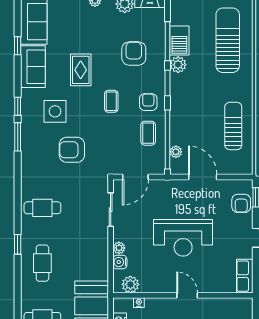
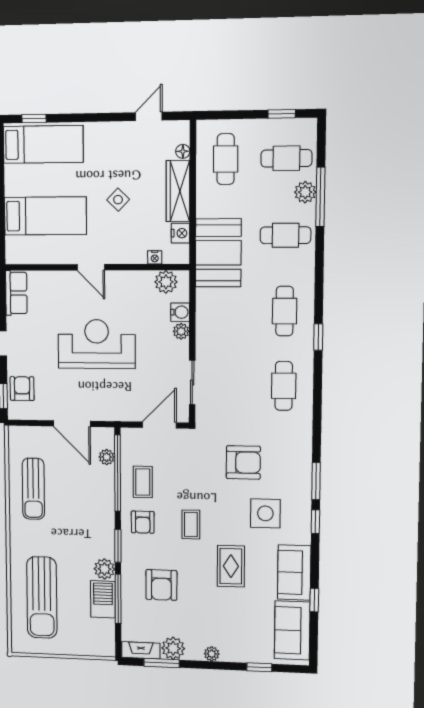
cafe table: (42, 208) -> (284, 386), turned 90

